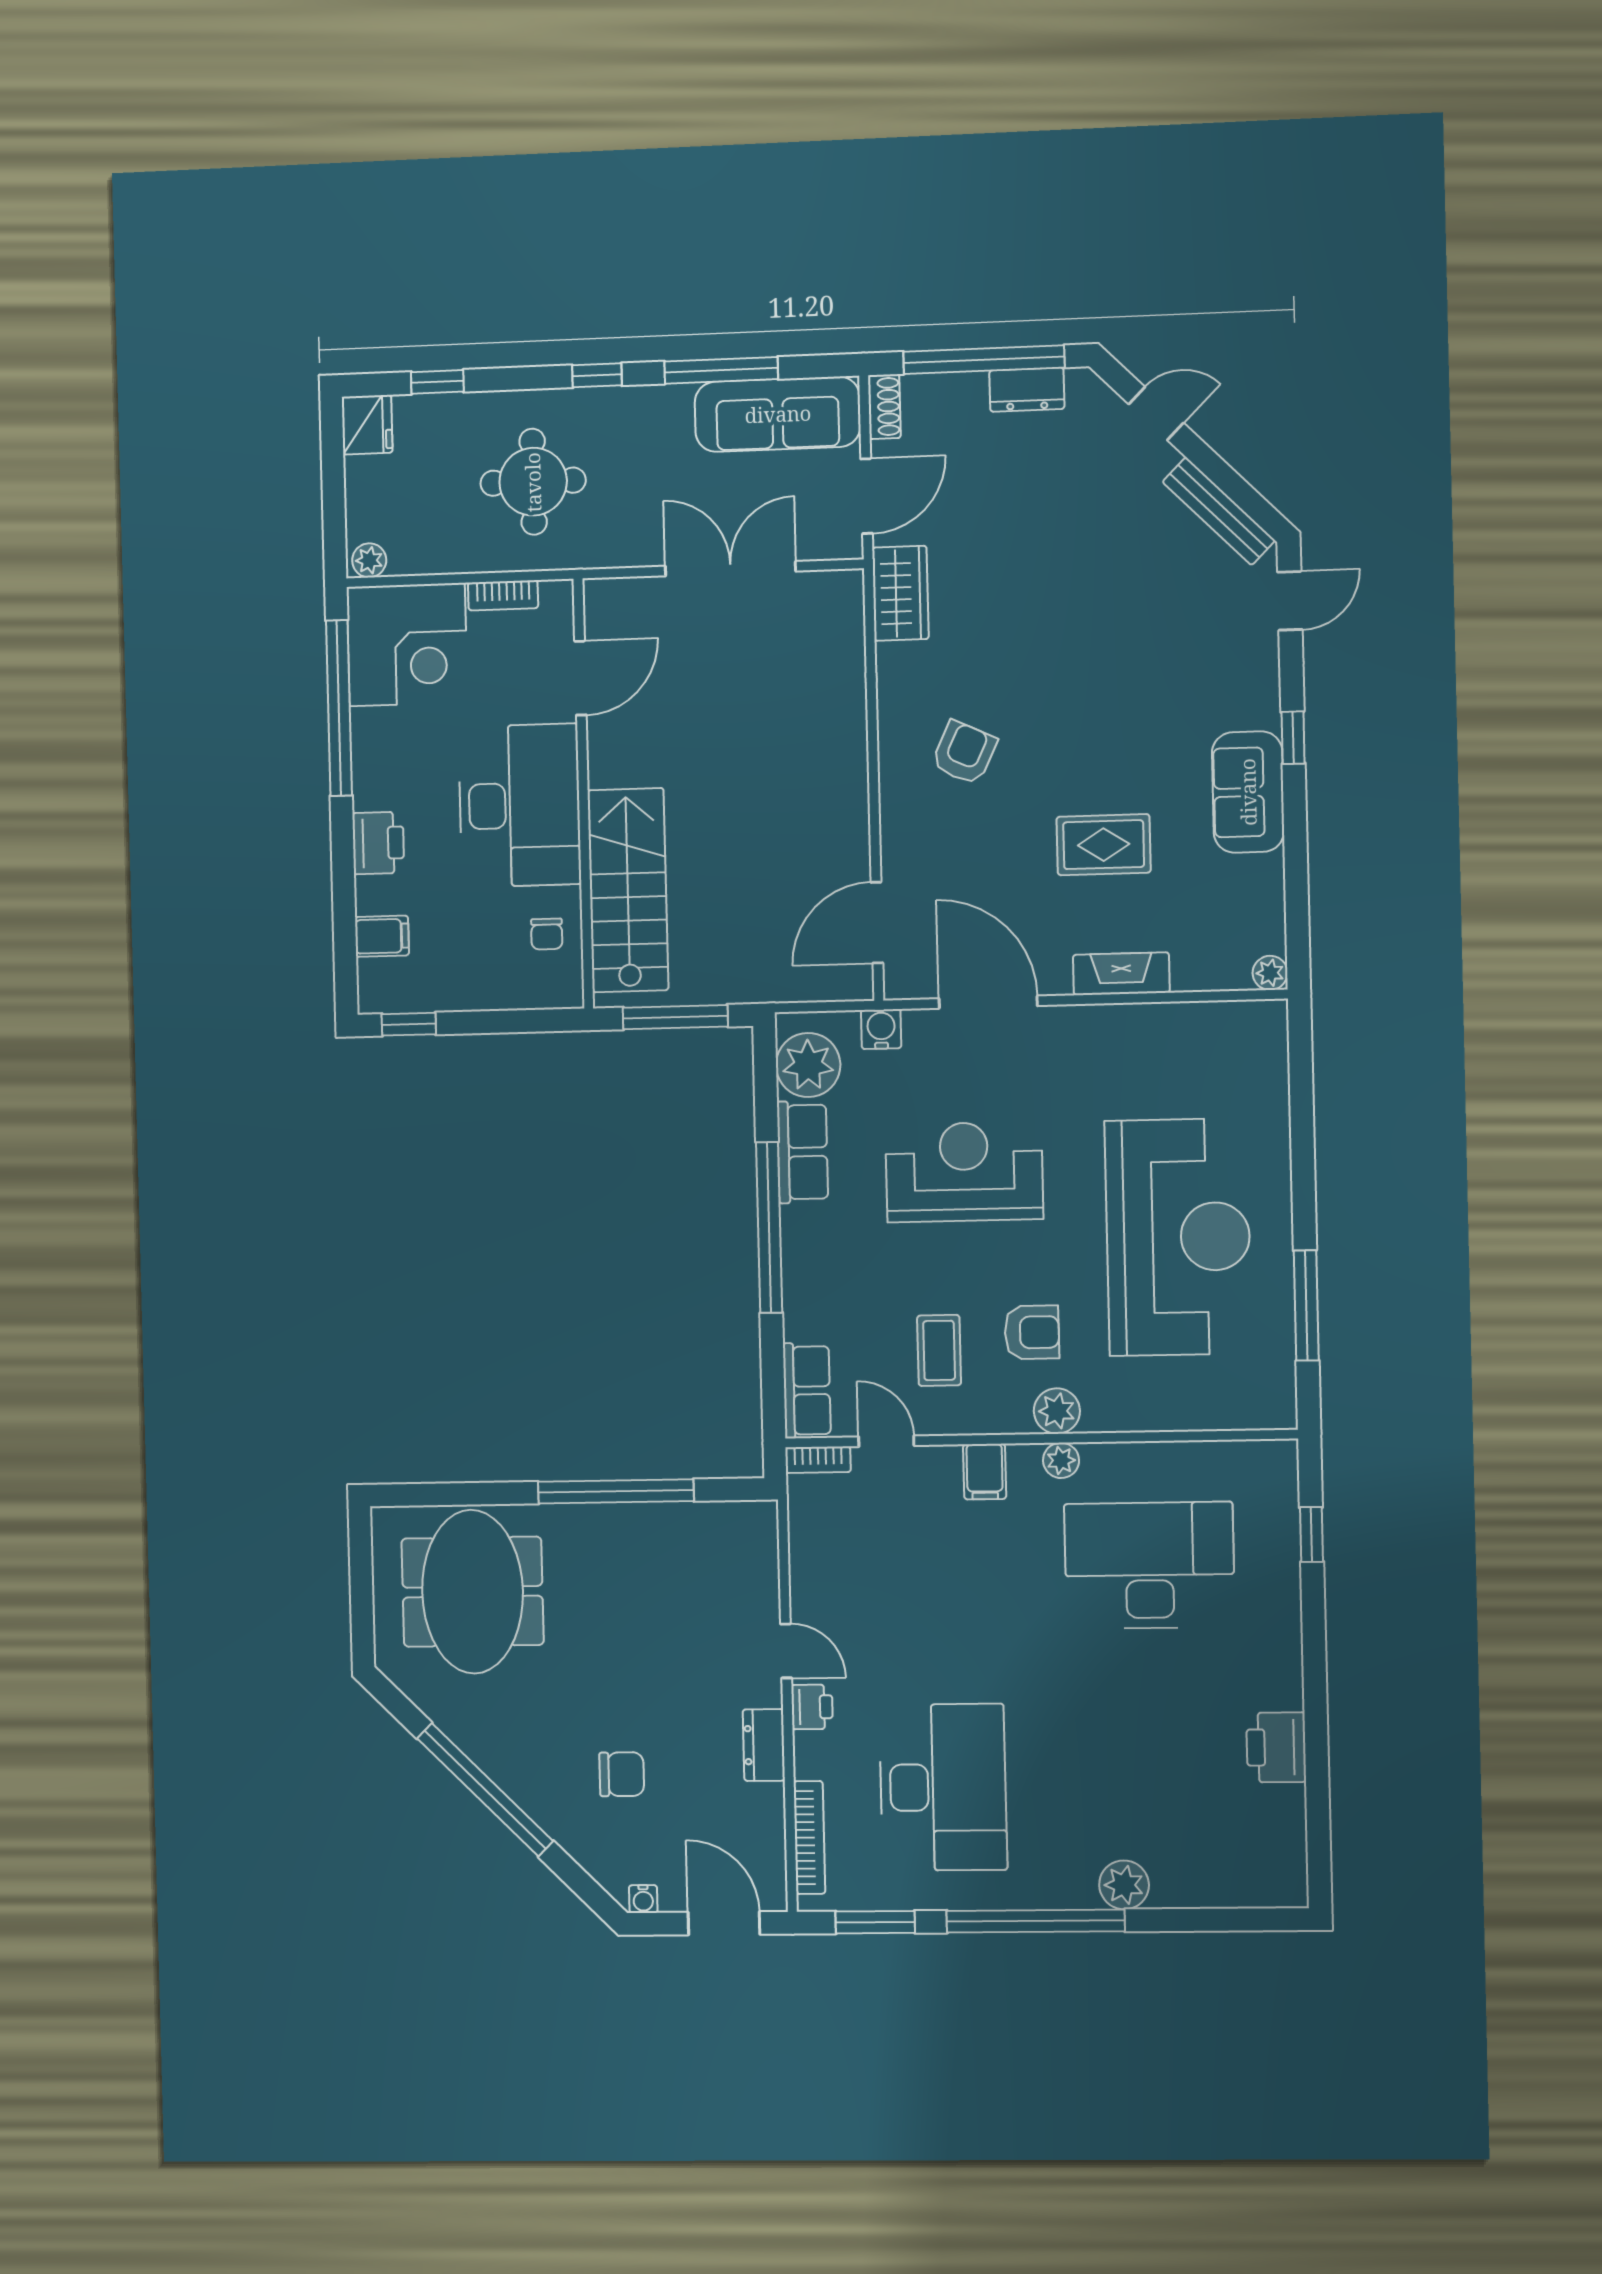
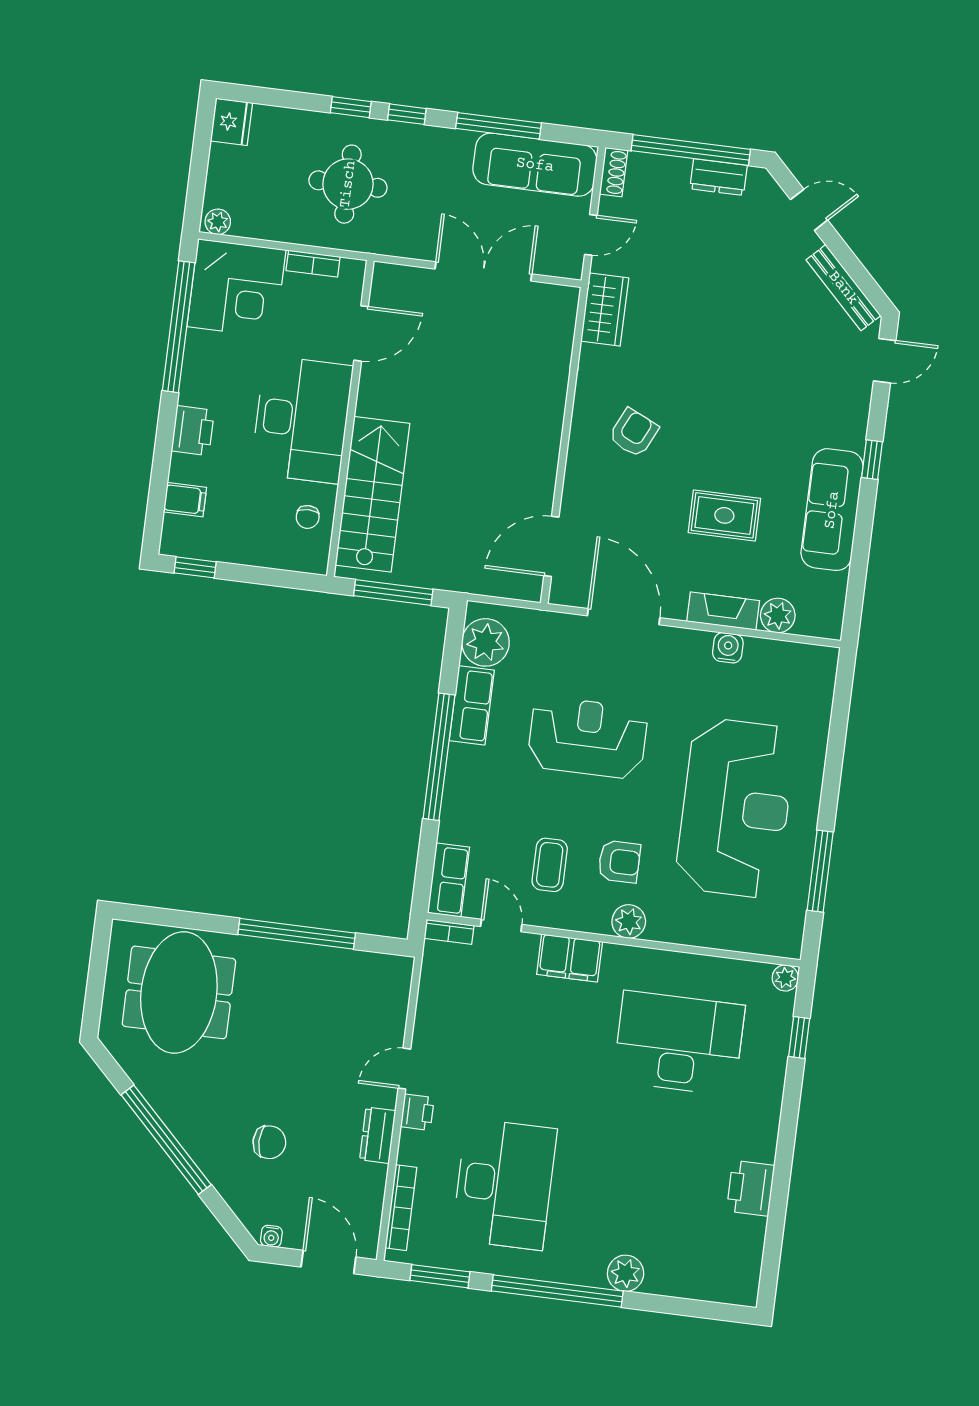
window: (437, 382) -> (351, 107), moved
door: (867, 496) -> (591, 235), width x0.73
sofa: (1248, 792) -> (832, 510), width x1.36
plant: (1270, 973) -> (778, 615), moved, width x1.38, depth x1.38
water cooler: (881, 1029) -> (728, 648), moved
plant: (1061, 1460) -> (785, 978), moved
filing cabinet: (985, 1472) -> (570, 958), width x2.00
door: (786, 1651) -> (404, 1069), swing flipped

